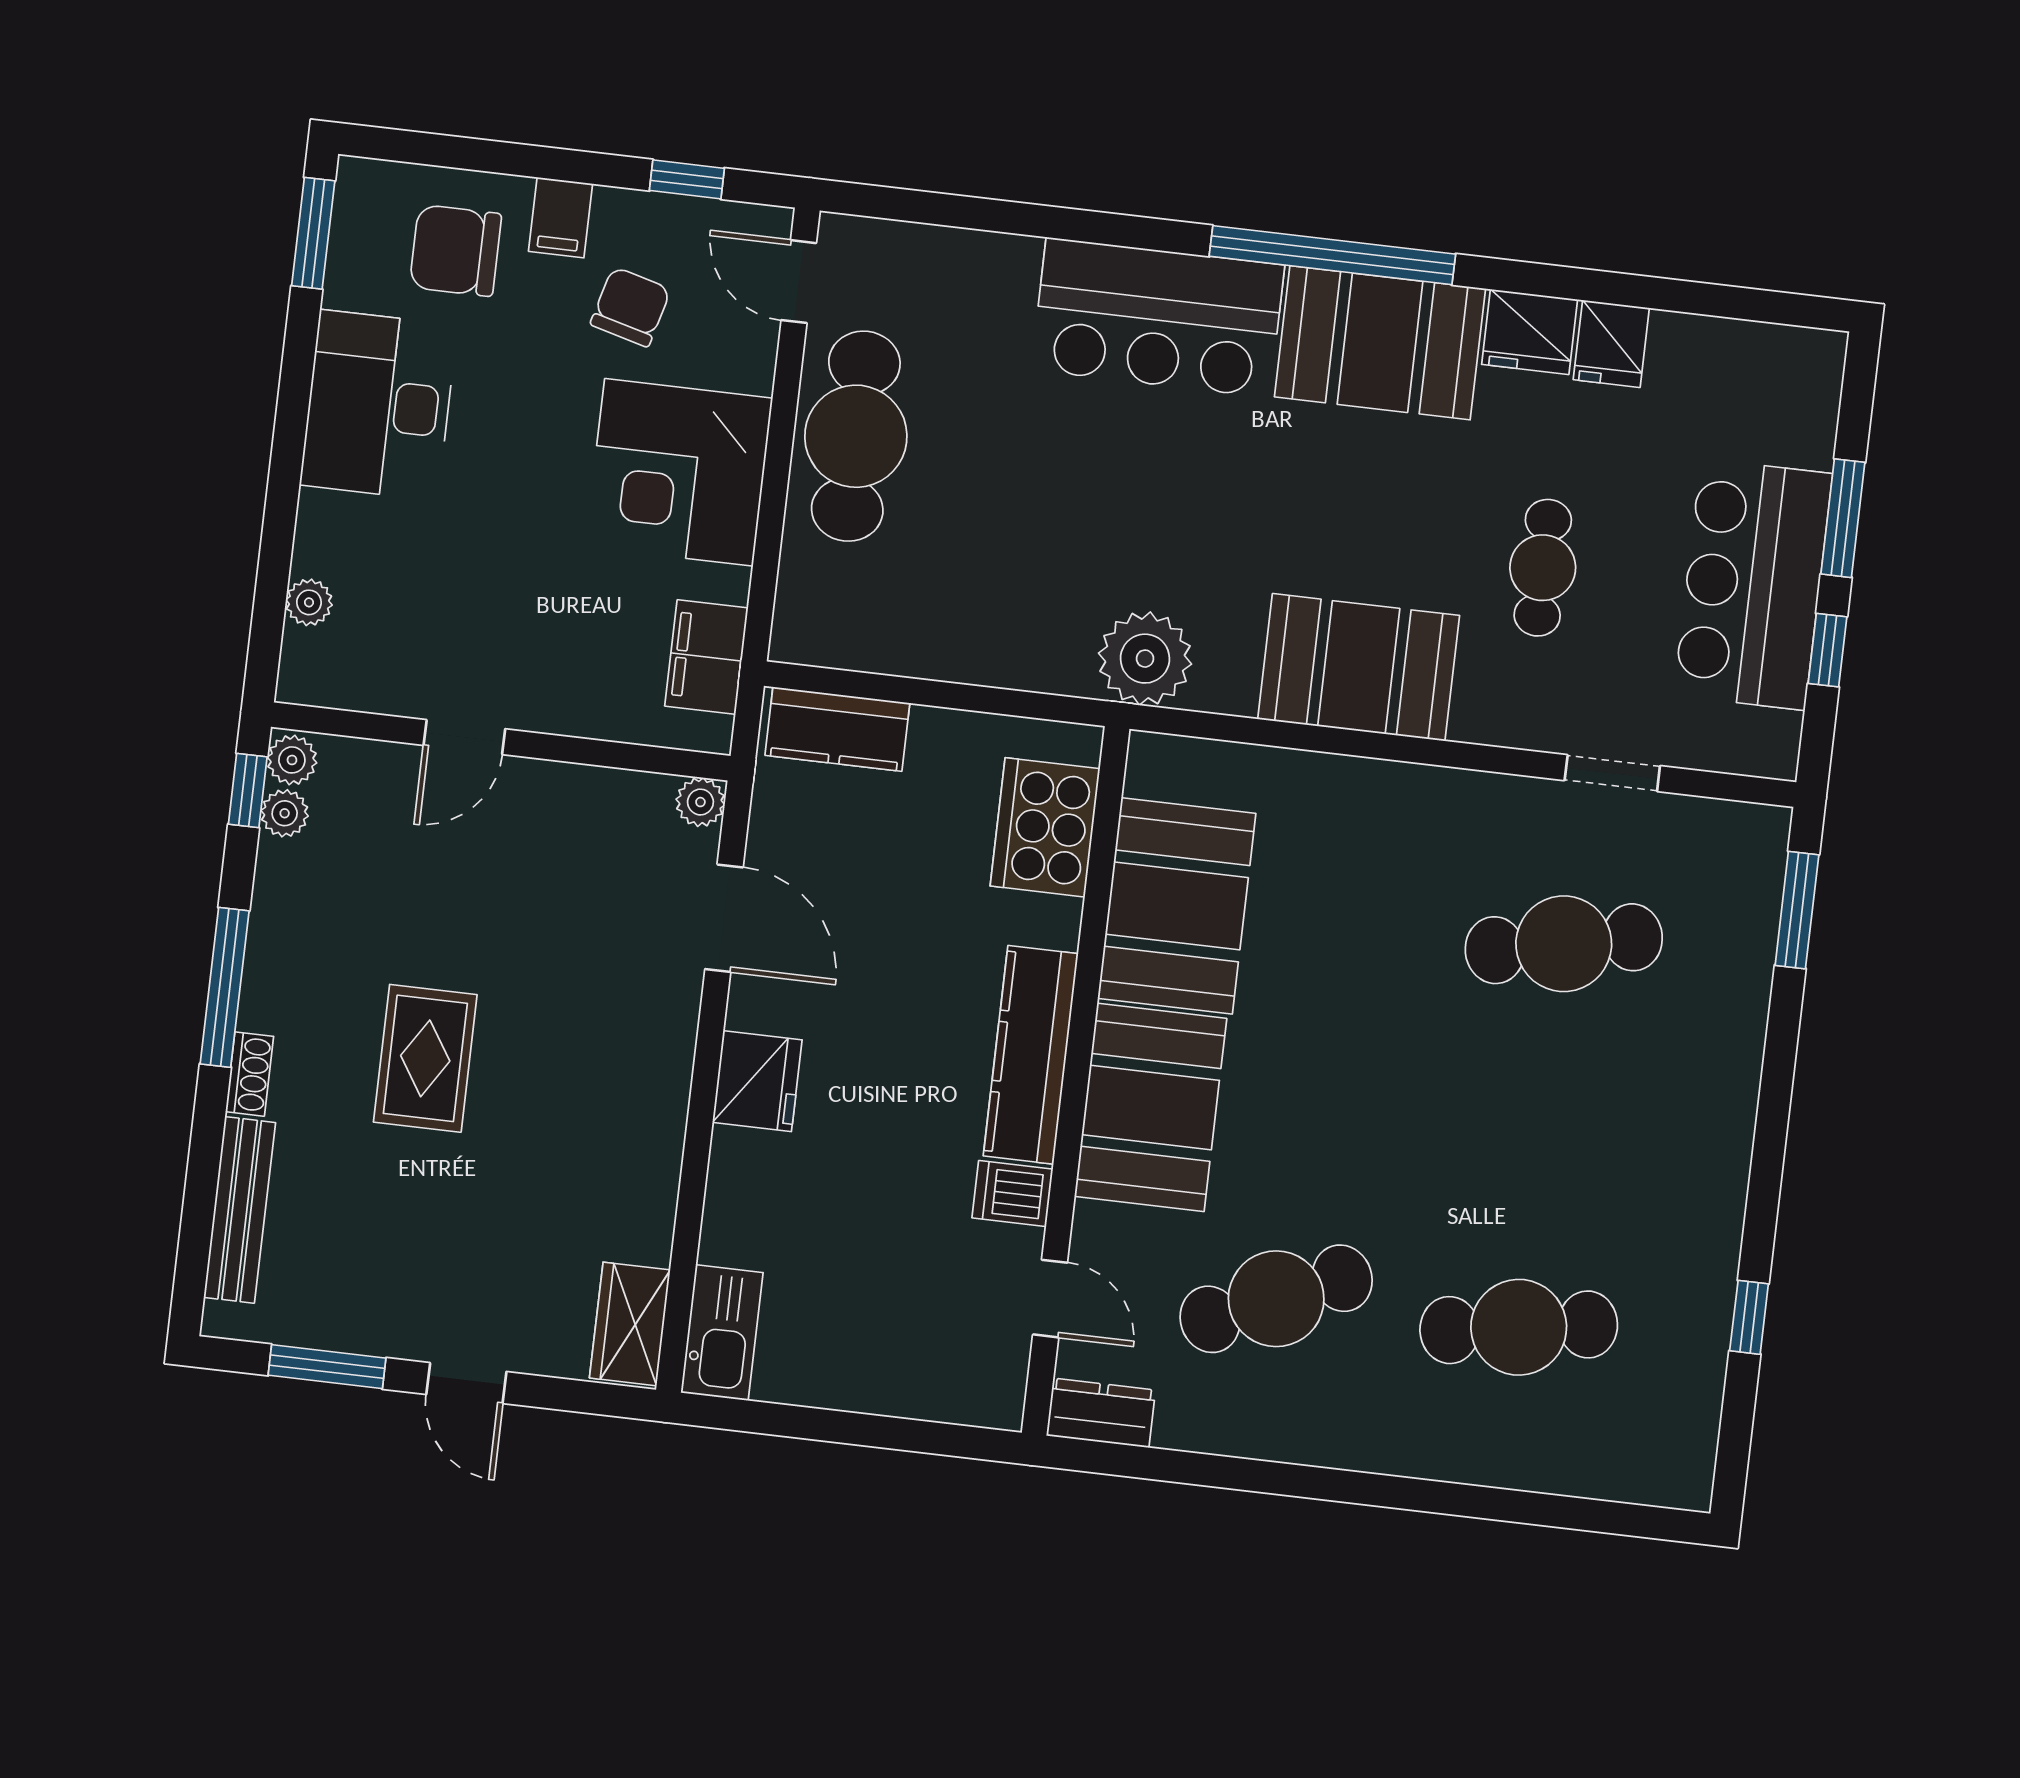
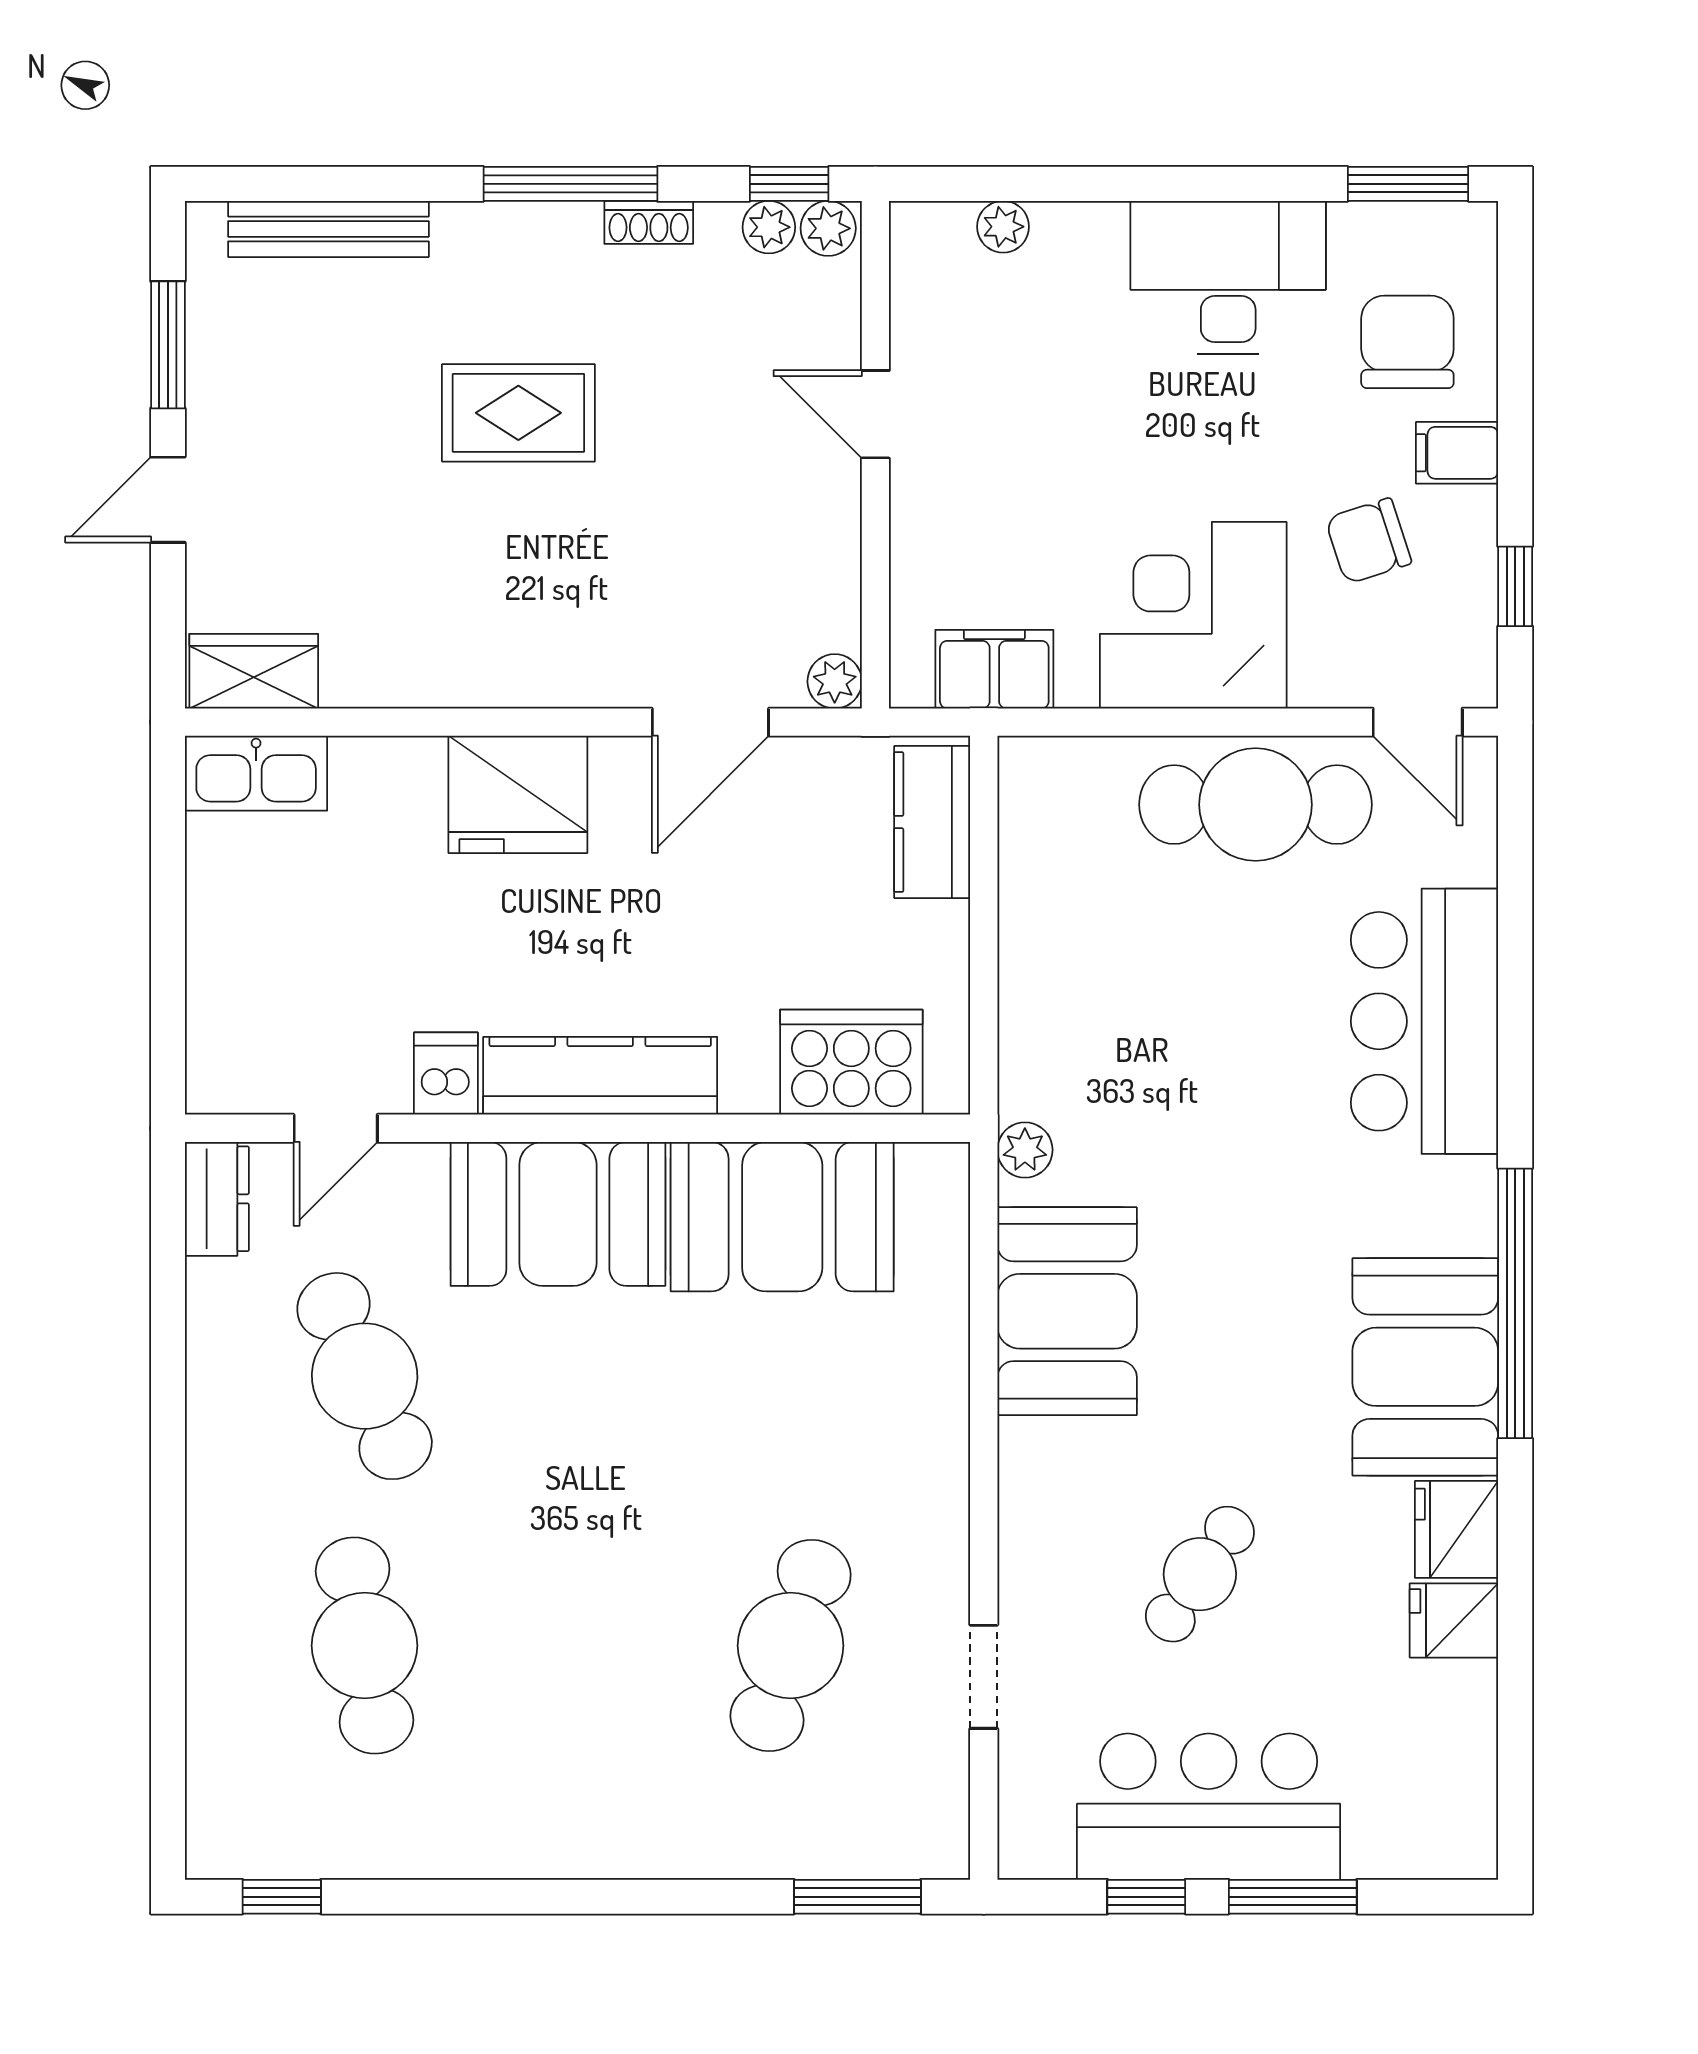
door: (799, 282) -> (1418, 722), swing flipped
chair: (631, 307) -> (1368, 541), turned 147
bar counter: (1158, 317) -> (1425, 1021), moved
cafe table: (1543, 568) -> (1200, 1574), turned -56
plant: (1145, 659) -> (1025, 1150), width x0.53, depth x0.53
booth: (1359, 667) -> (1067, 1311), moved
cafe table: (1564, 944) -> (791, 1646), turned 30
shoe rack: (250, 1074) -> (649, 222), moved
fridge: (757, 1081) -> (518, 794), width x1.36, depth x1.34
window: (1749, 1317) -> (282, 1897), moved

